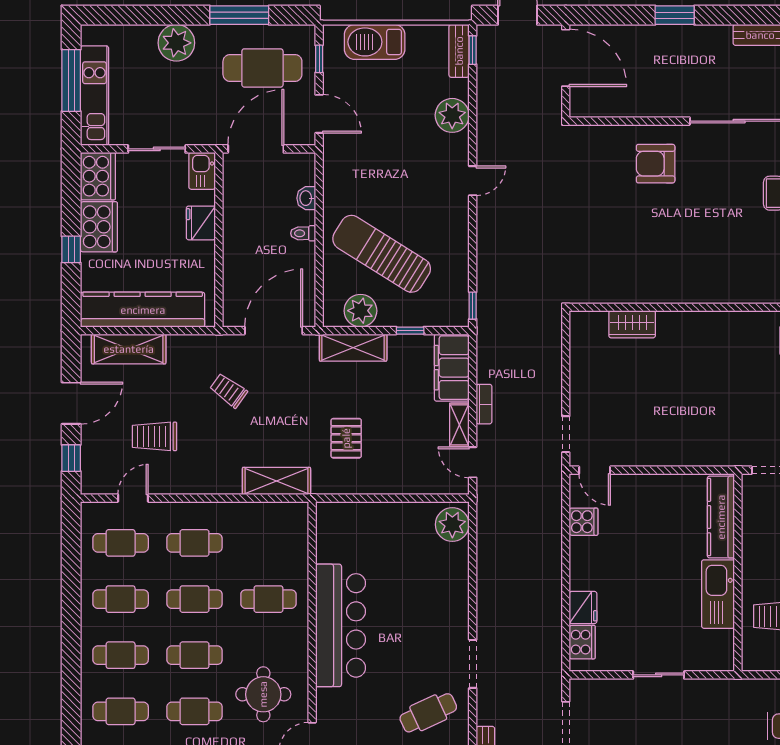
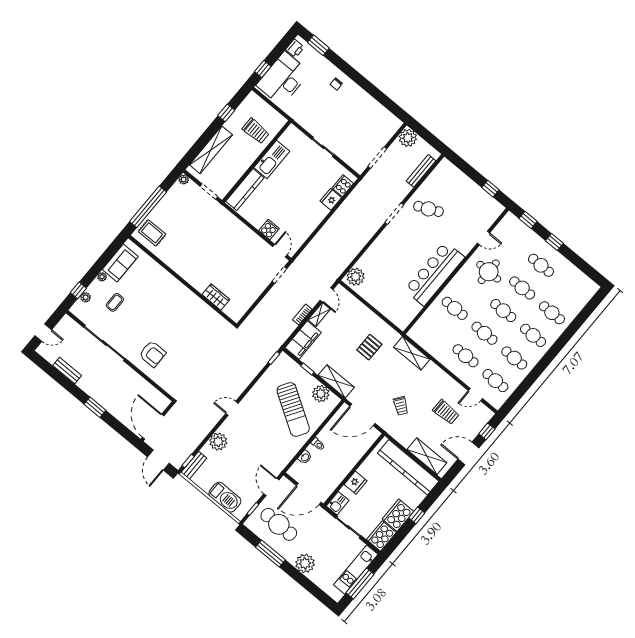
cooker: (584, 522) -> (269, 230), moved, turned 90

